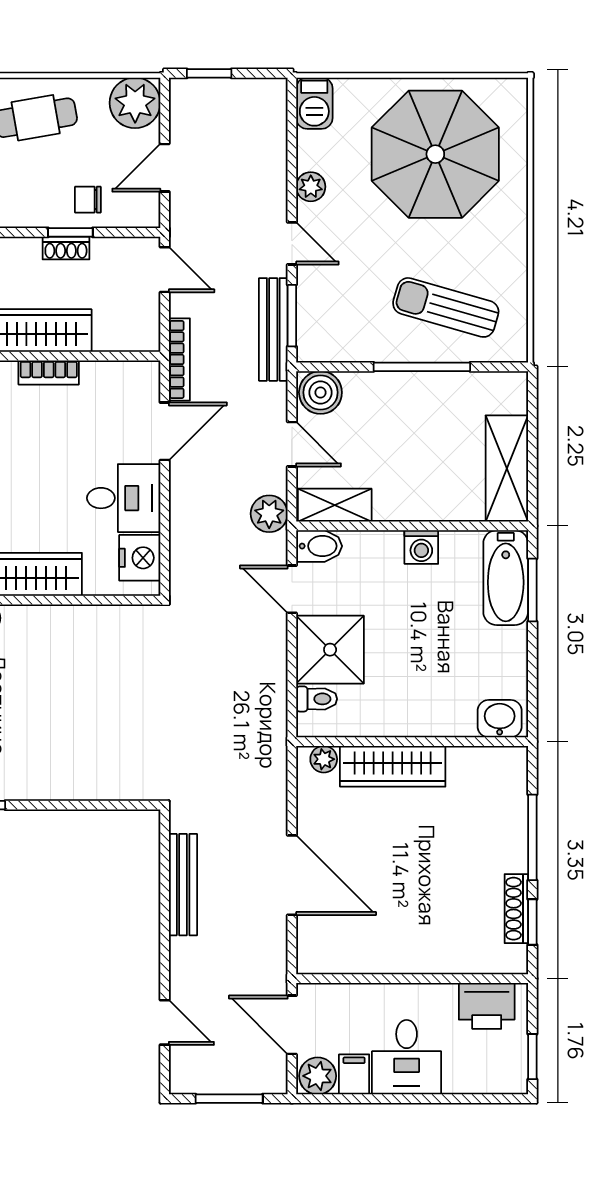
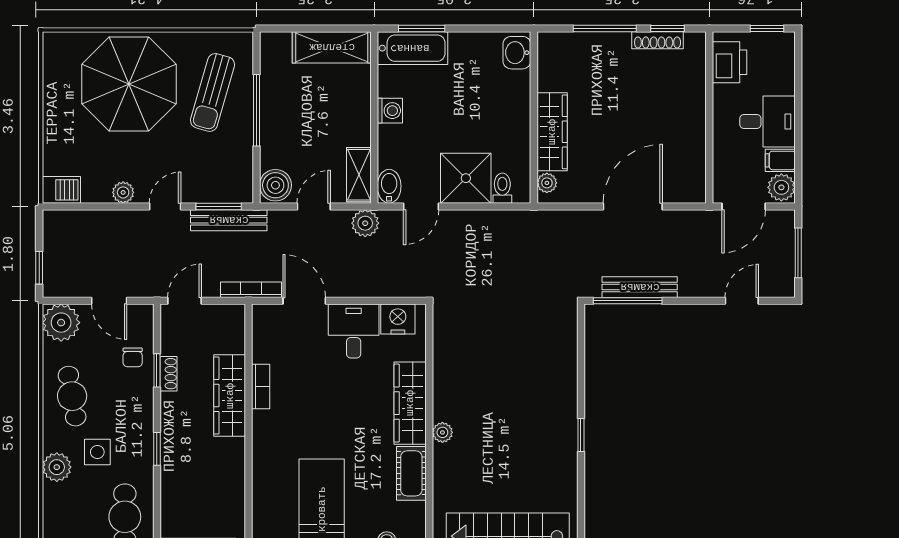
parasol: (435, 154) -> (129, 84), moved
window: (165, 868) -> (628, 301), added

